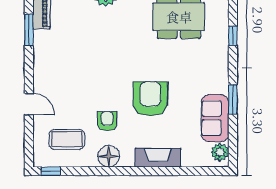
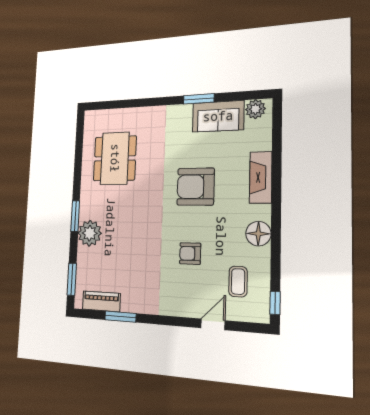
window: (233, 36) -> (135, 103), removed
door: (29, 104) -> (213, 324), moved
armchair: (107, 121) -> (190, 253), moved
coffee table: (67, 139) -> (238, 282), width x0.73, depth x0.77

